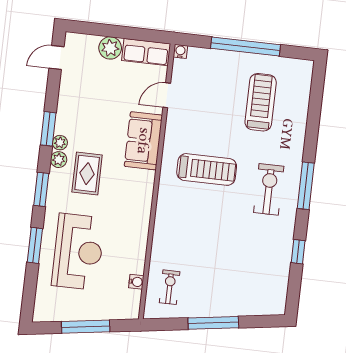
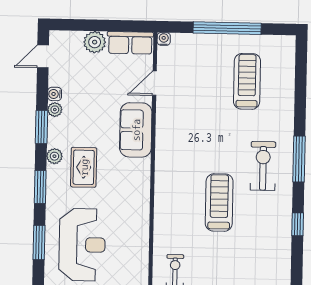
plant: (60, 143) -> (55, 110), moved
treadmill: (207, 169) -> (219, 202), moved, turned -90
water cooler: (136, 282) -> (55, 94), moved, turned 180

